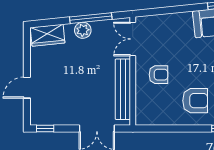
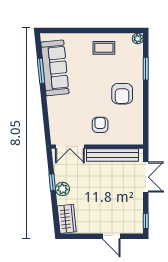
window: (91, 18) -> (52, 182), width x0.46
armchair: (195, 101) -> (122, 94), turned 180

